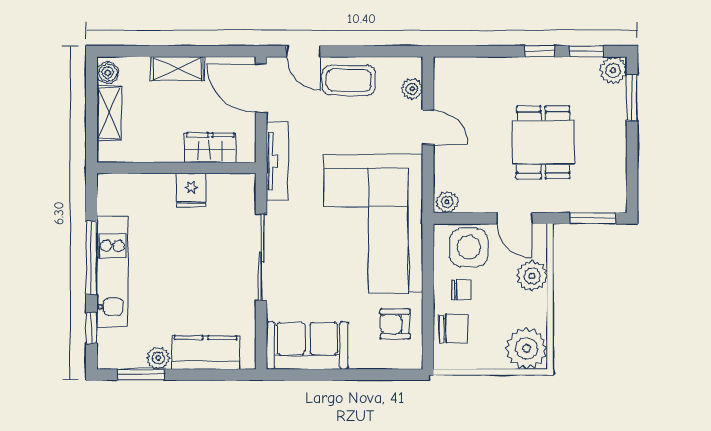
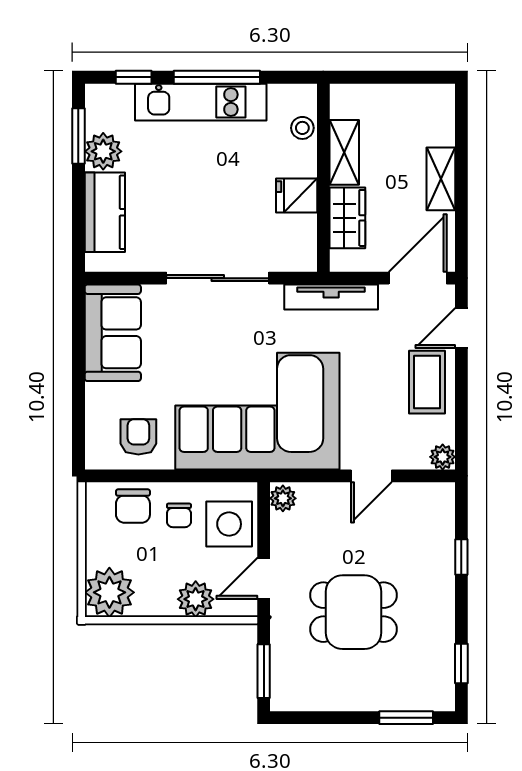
window: (540, 51) -> (461, 557), moved
plant: (613, 70) -> (439, 695), removed
boiler: (108, 73) -> (436, 96), removed
plant: (412, 89) -> (443, 457), moved
shelving: (109, 113) -> (344, 152), moved, turned 90
stool: (134, 186) -> (302, 128), added
plant: (158, 358) -> (103, 151), width x1.38, depth x1.38

